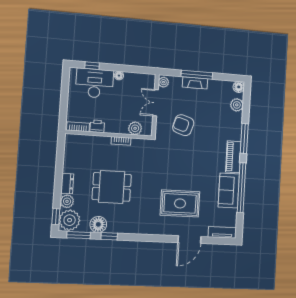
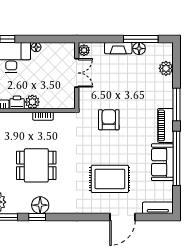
window: (197, 75) -> (141, 39), moved
floor lamp: (239, 87) -> (139, 49), moved
double door: (155, 103) -> (77, 73), swing flipped
armchair: (183, 125) -> (109, 120), moved, turned 73
plant: (135, 128) -> (32, 102), moved
floor lamp: (98, 224) -> (40, 205), moved

